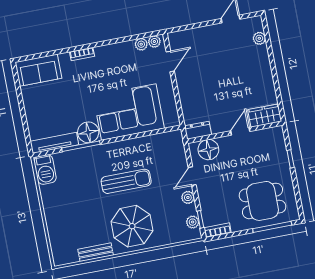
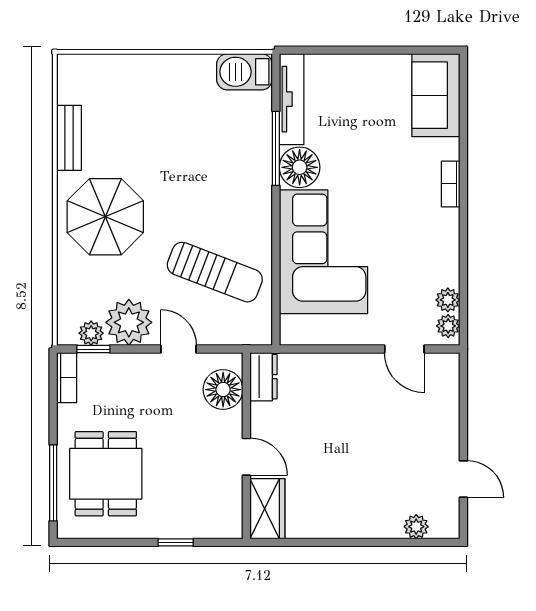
sun lounger: (126, 181) -> (215, 272), moved, turned -69
plant: (188, 197) -> (129, 322), width x1.88, depth x1.88

